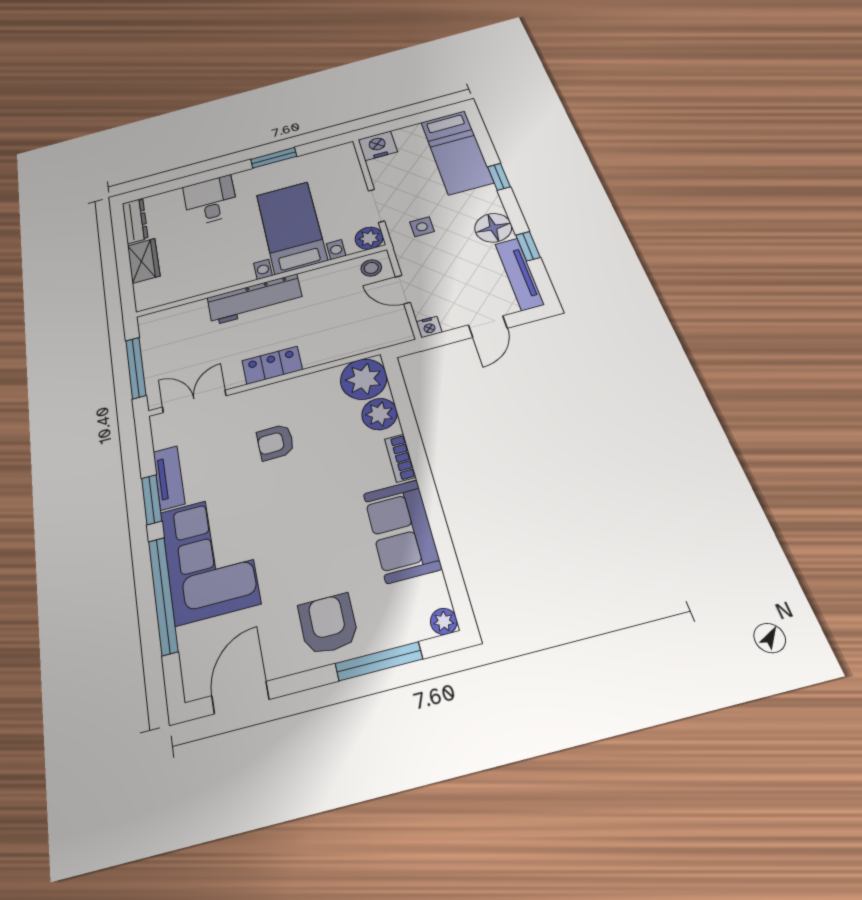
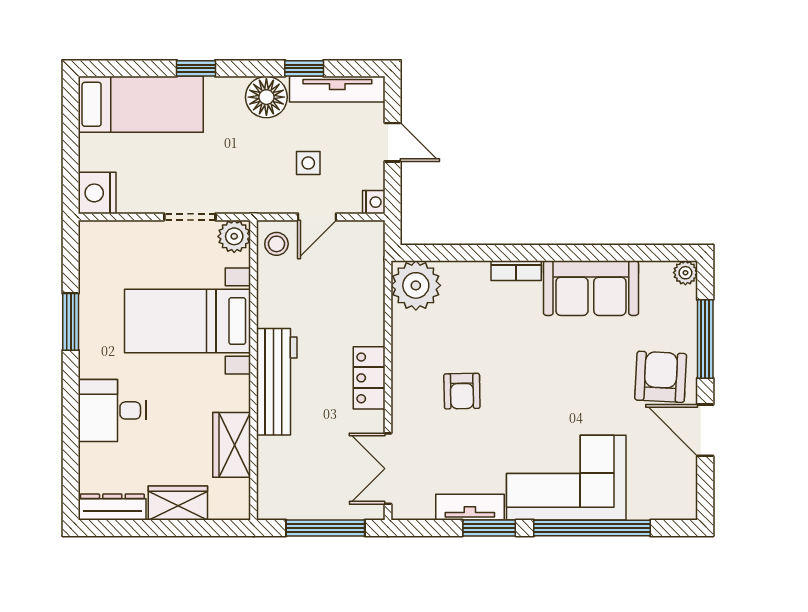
side table: (422, 227) -> (308, 163), moved
wardrobe: (196, 283) -> (232, 445), added
plant: (379, 414) -> (461, 279), removed
armchair: (328, 624) -> (661, 377), turned 93
door: (240, 698) -> (705, 430), moved

